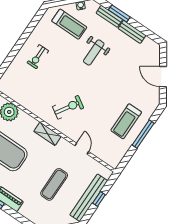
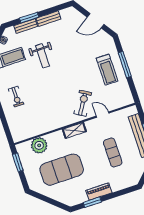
exercise bike: (68, 107) -> (83, 103), moved

